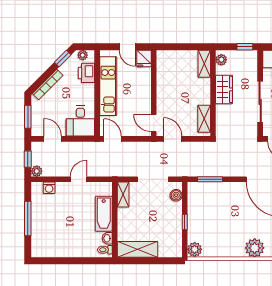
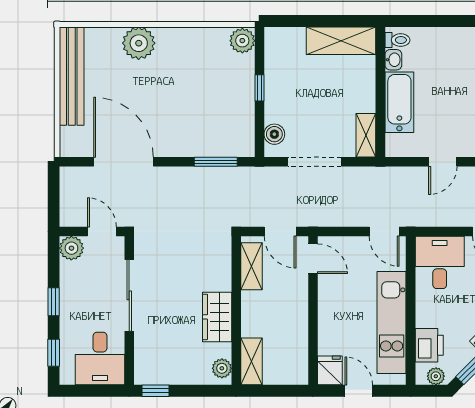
plant: (221, 60) -> (222, 368), moved
shelving: (204, 64) -> (251, 361), moved
wardrobe: (224, 89) -> (217, 317), moved
wall: (213, 93) -> (236, 311), moved
shelving: (204, 119) -> (251, 266), moved

